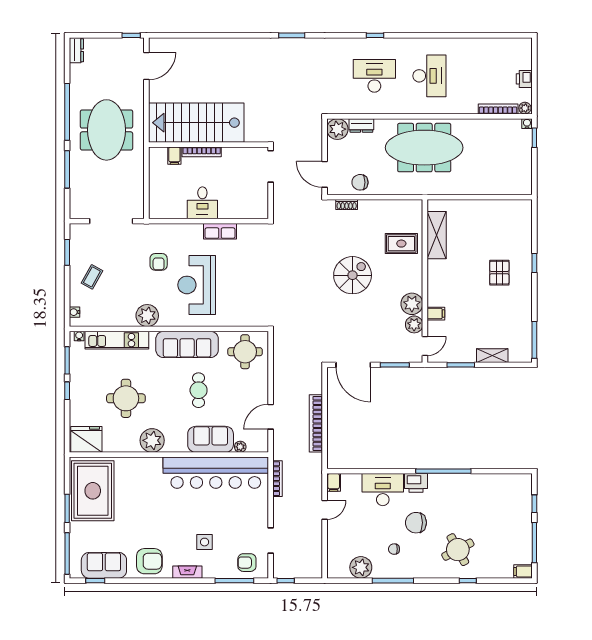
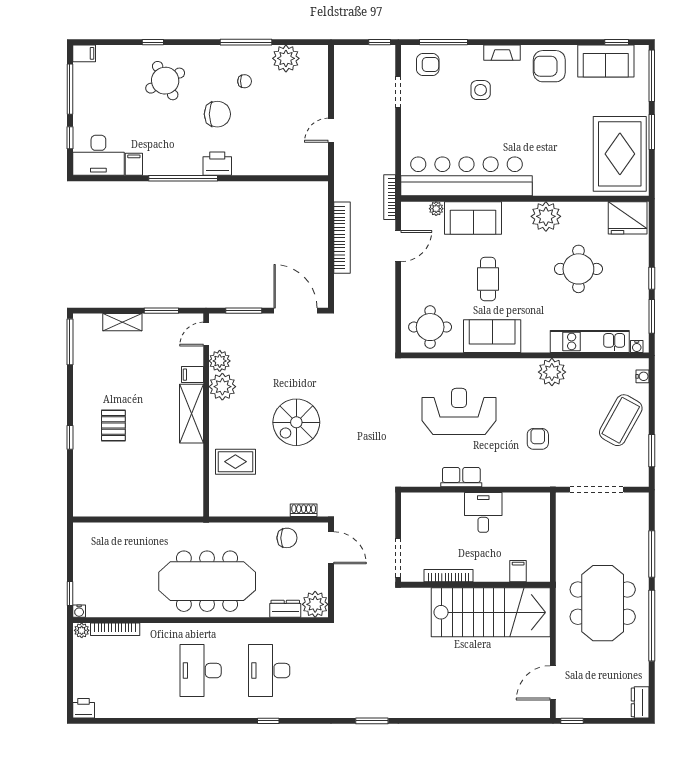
desk: (374, 76) -> (269, 671), turned 90
printer: (524, 79) -> (84, 708), moved, turned -90
bookcase: (202, 152) -> (448, 576), moved
shelving: (437, 235) -> (191, 414), moved
coffee table: (92, 277) -> (621, 420), width x1.86, depth x1.72
reception desk: (197, 285) -> (459, 411), moved, turned -90
sofa: (187, 344) -> (492, 336), width x0.73
bookcase: (278, 479) -> (390, 197), moved
filing cabinet: (334, 482) -> (134, 164), moved
desk: (383, 490) -> (98, 155), moved

